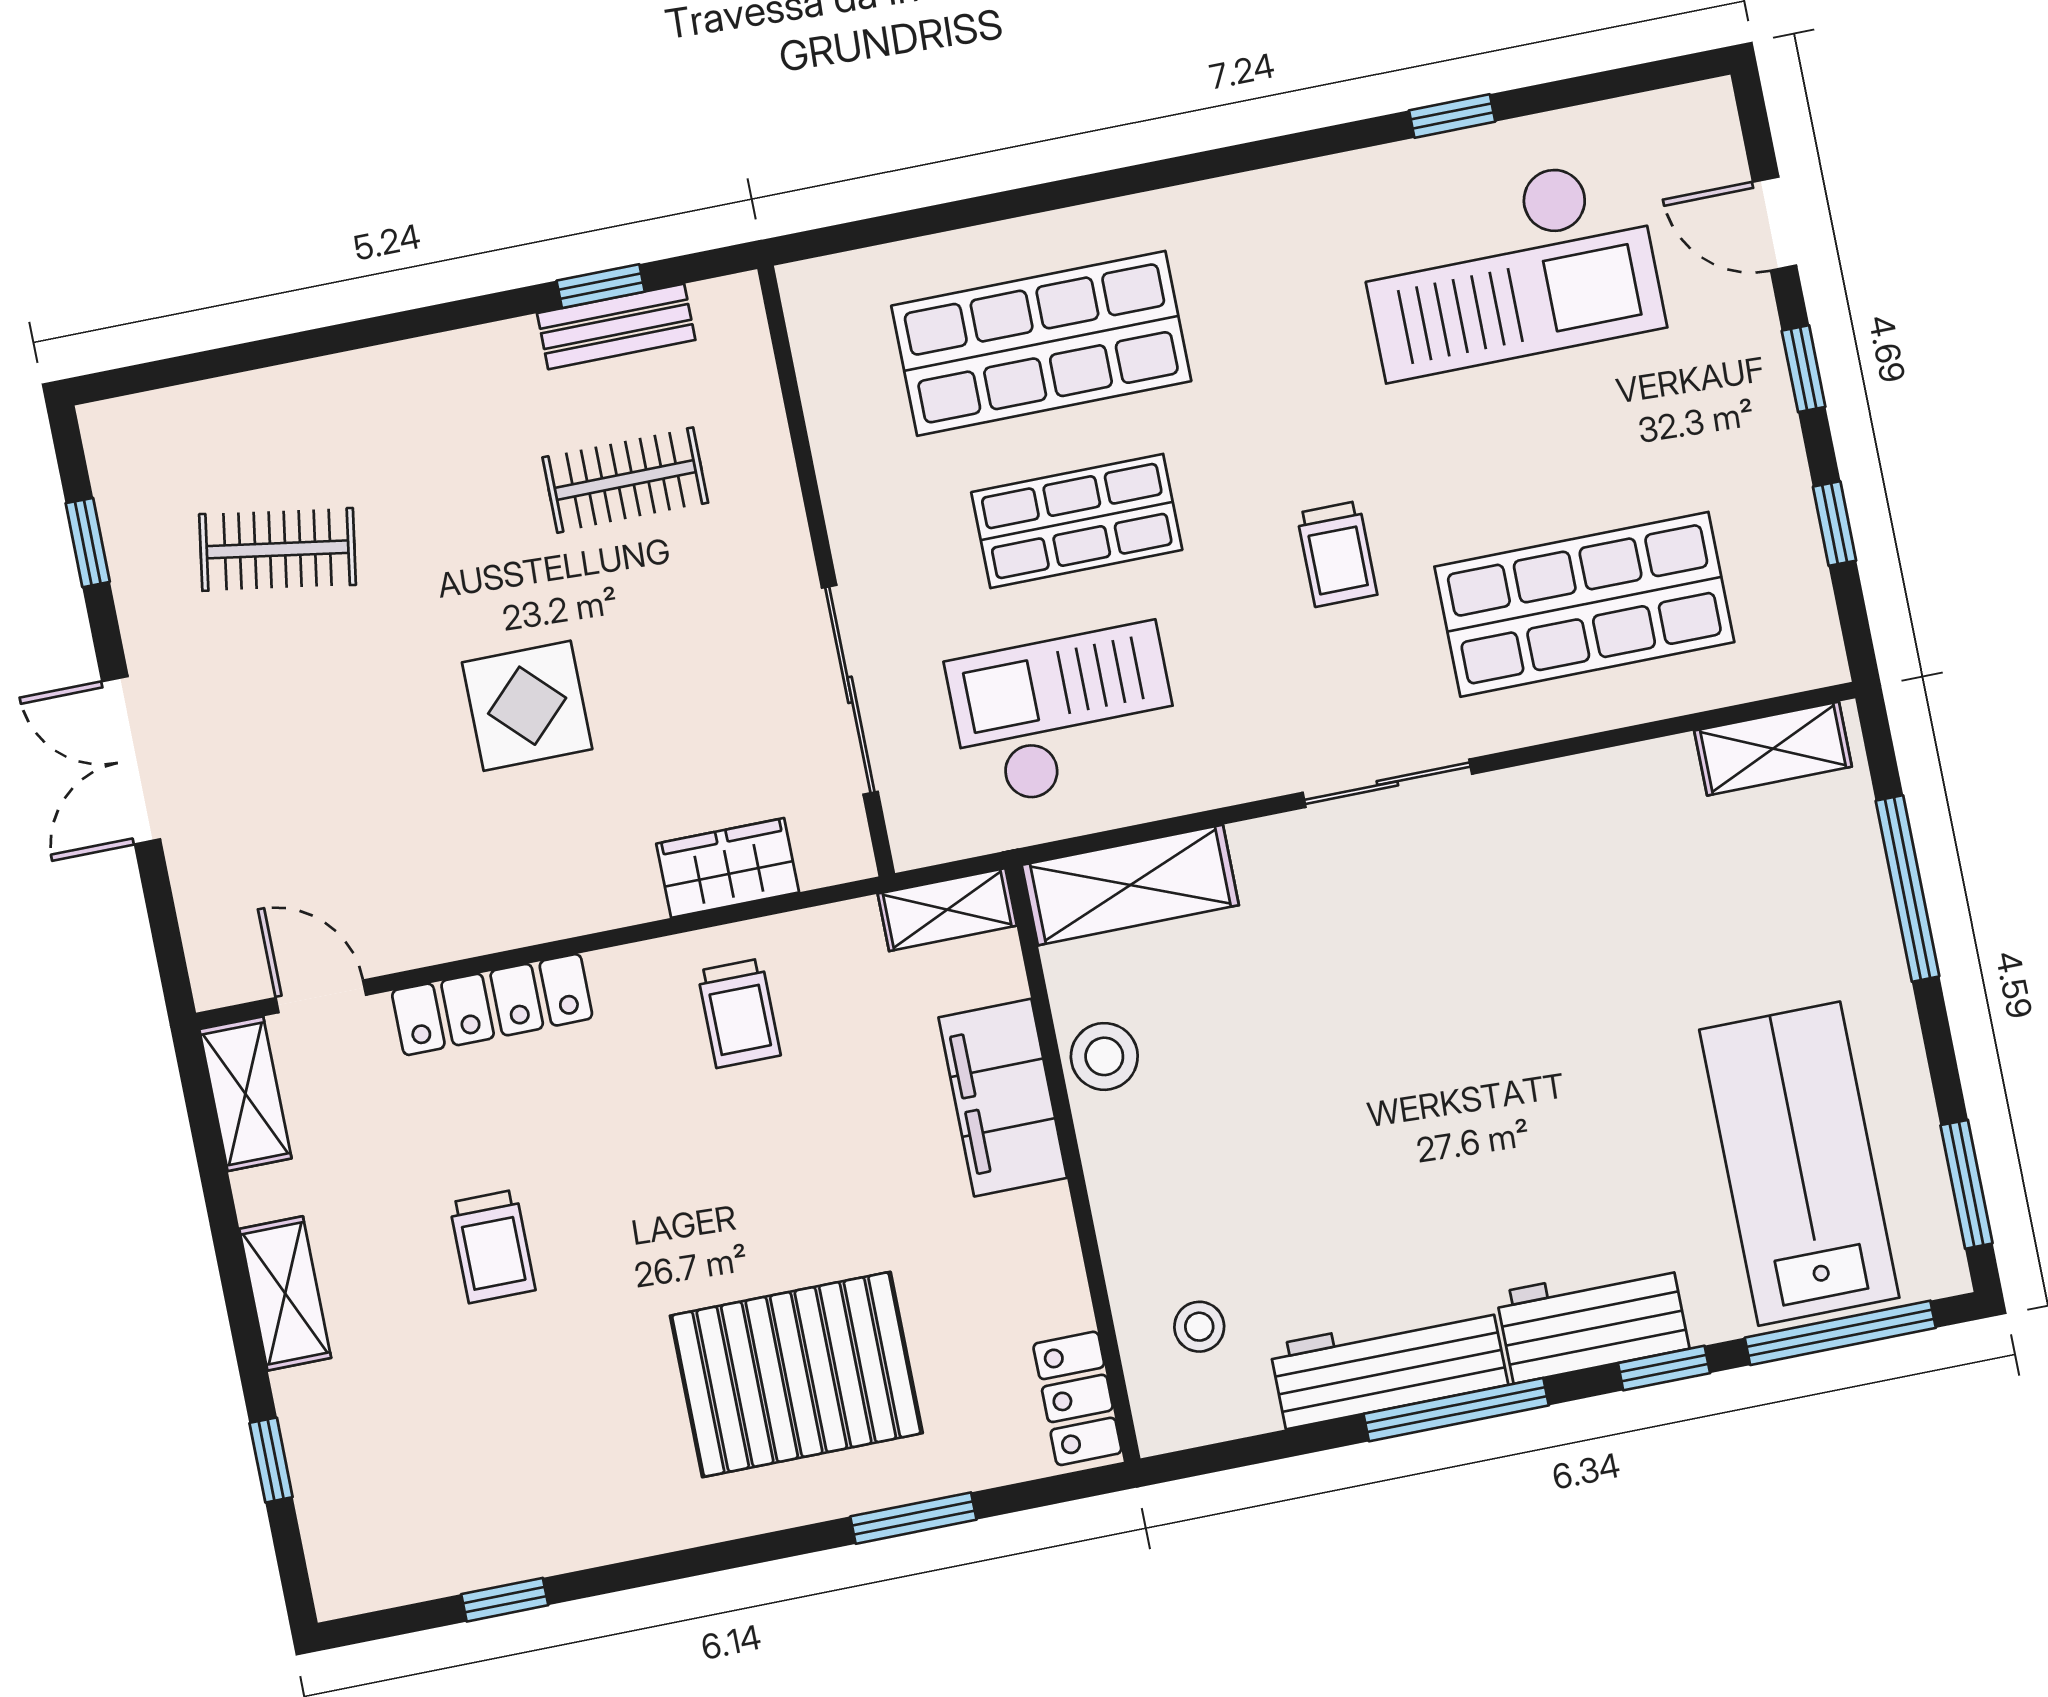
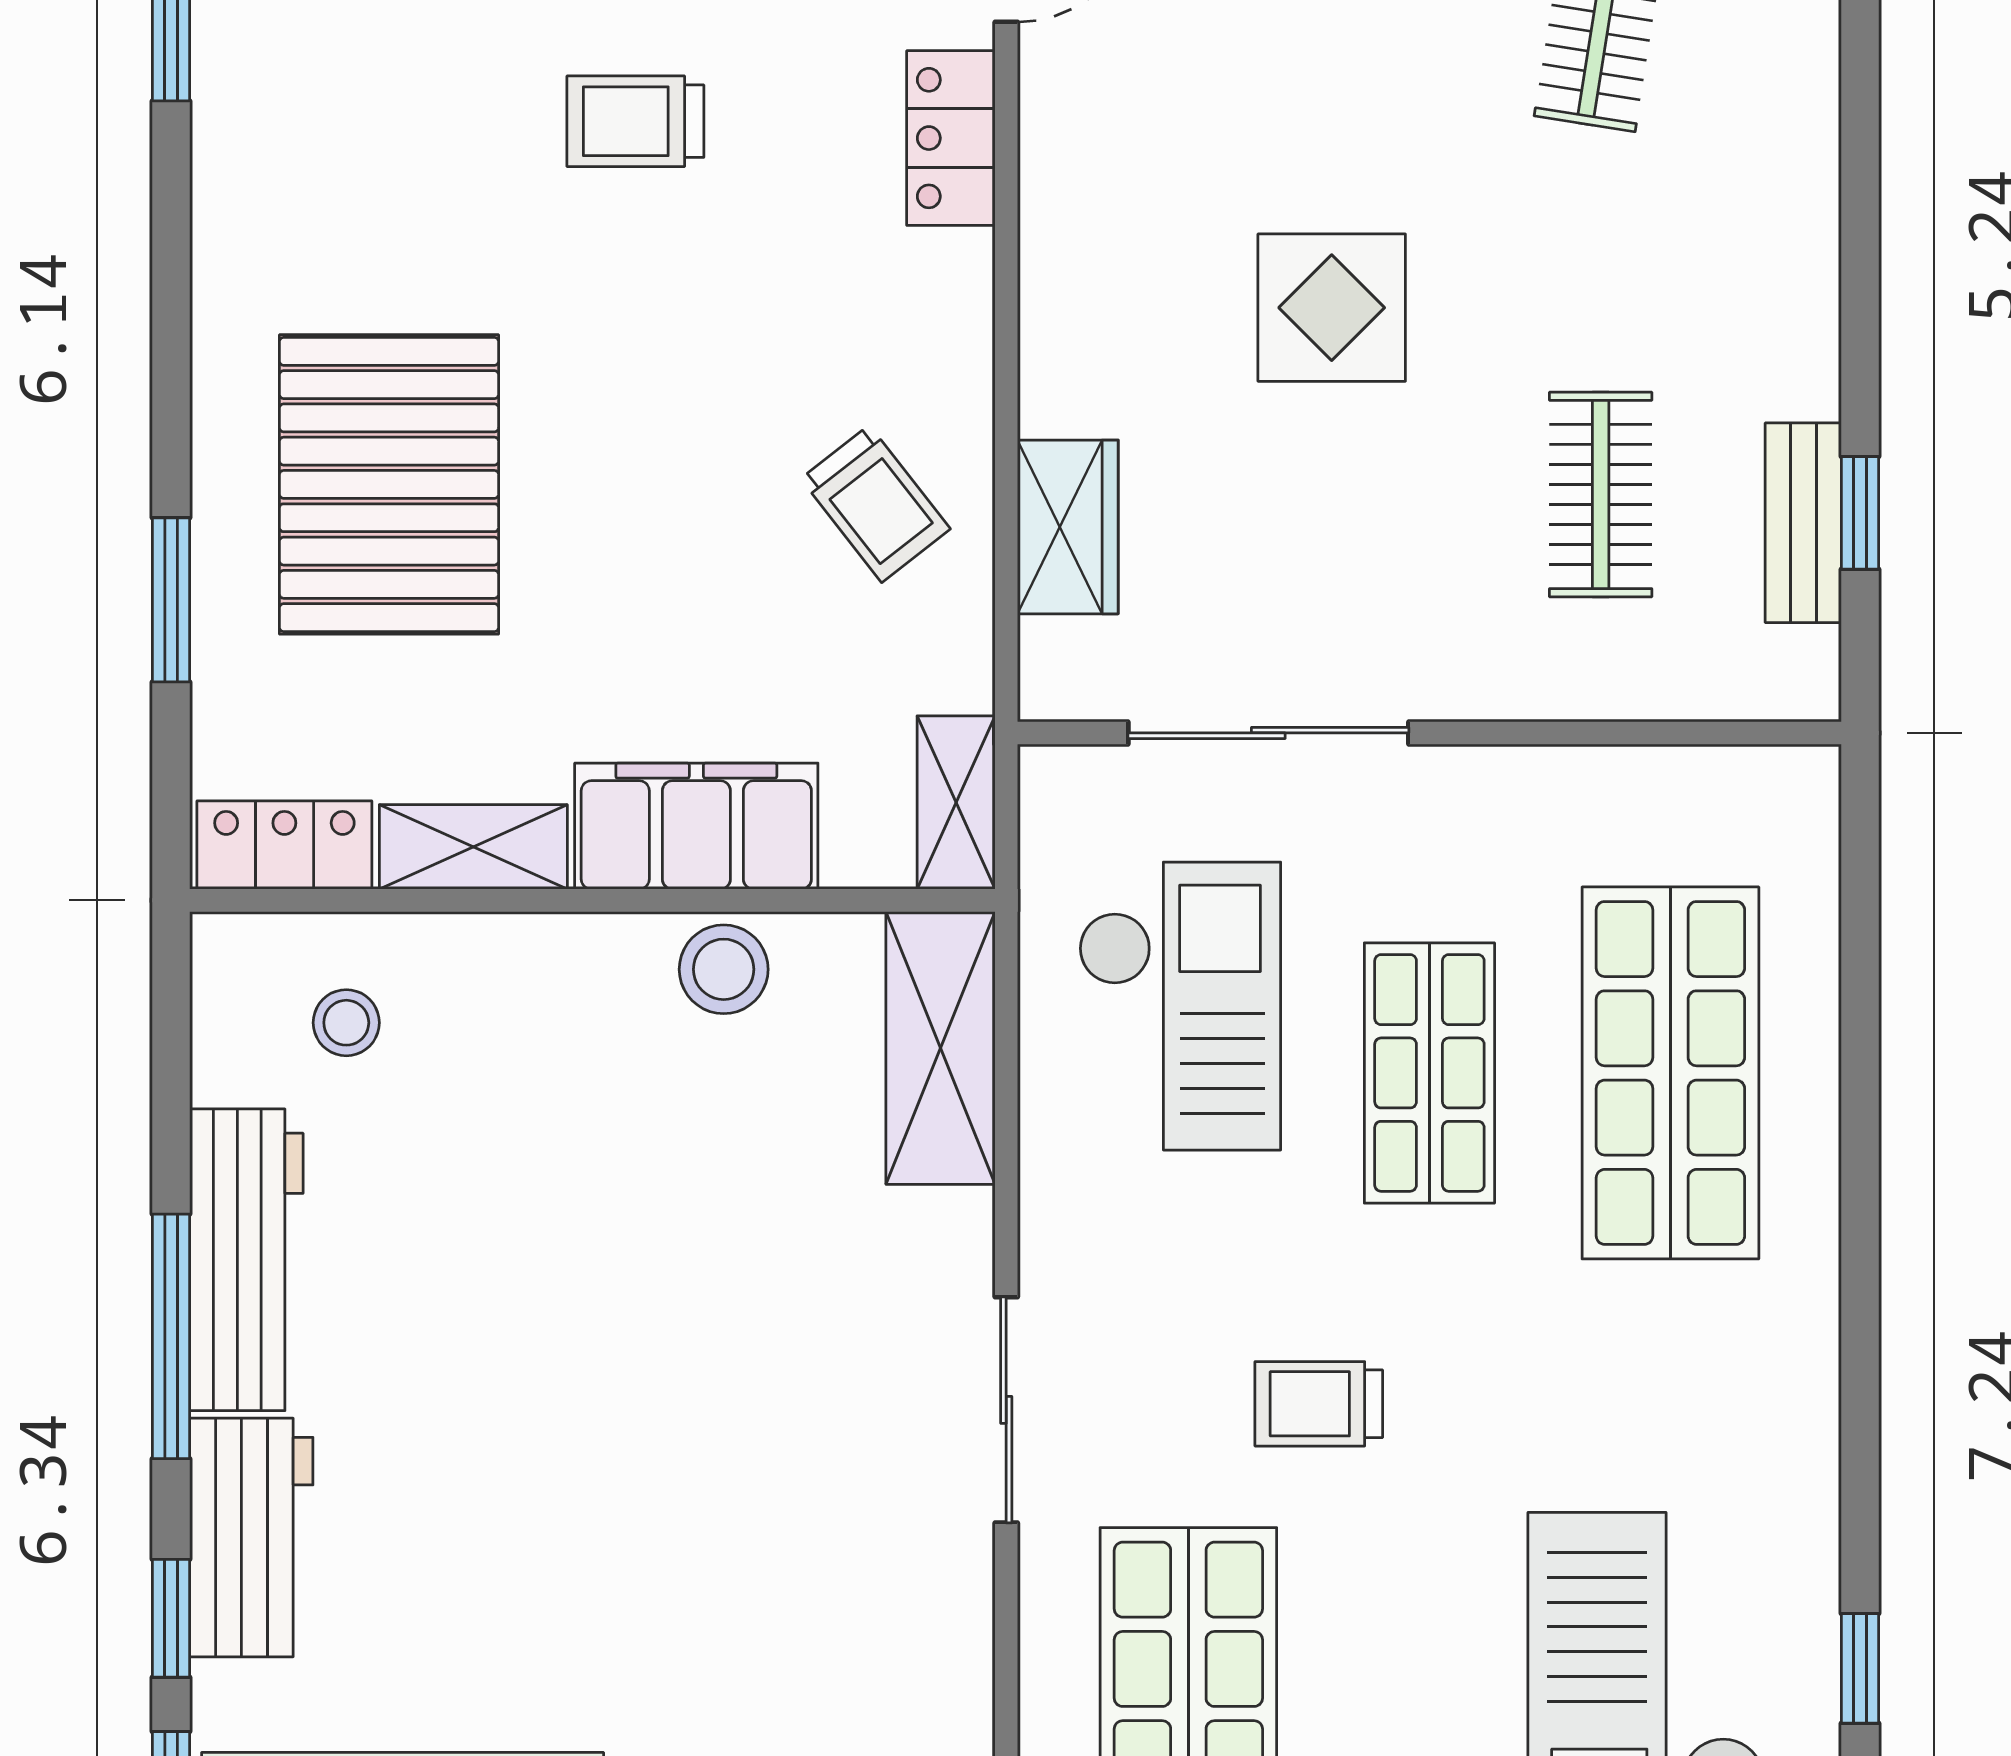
locker: (492, 1005) -> (951, 138), width x0.66
trolley: (739, 1013) -> (875, 504), turned -128
shelving: (1051, 1259) -> (473, 847), added

